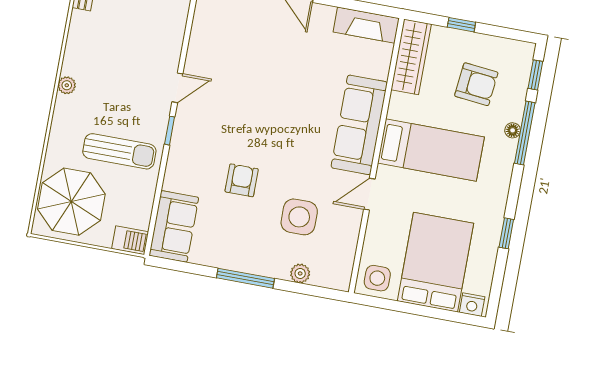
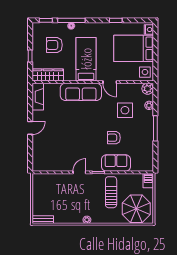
armchair: (476, 84) -> (54, 45), turned -96
door: (177, 88) -> (79, 172), hinge flipped
sofa: (174, 226) -> (116, 163), moved
plant: (338, 277) -> (148, 89), added

